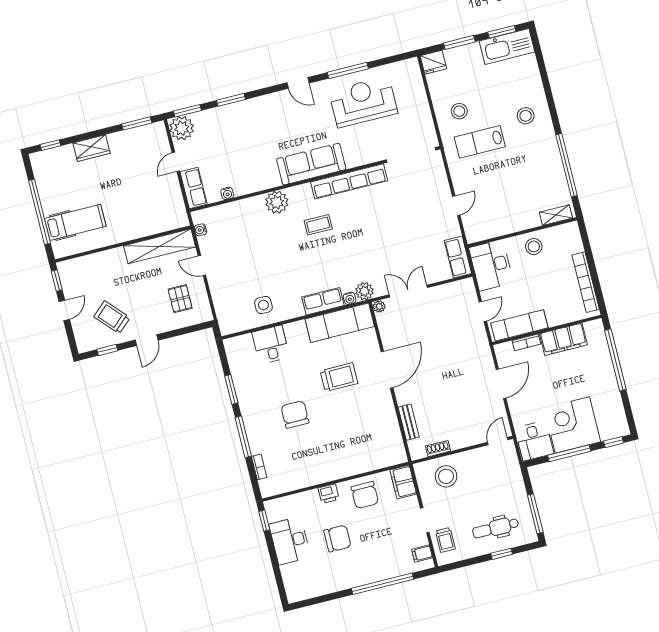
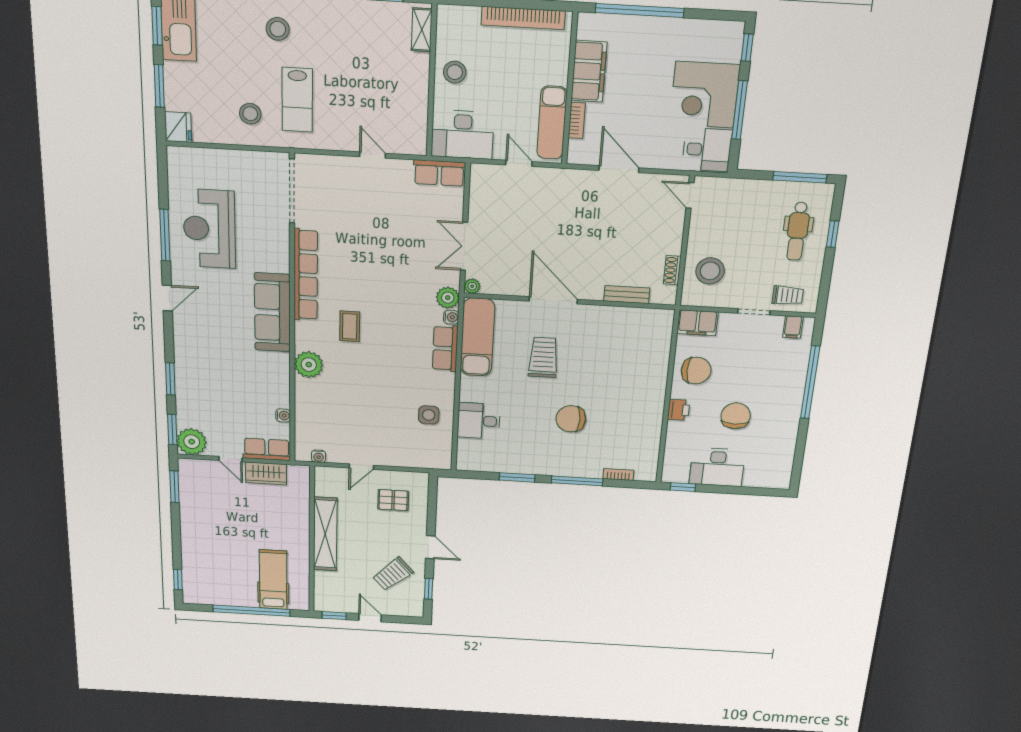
wardrobe: (91, 148) -> (266, 473), moved, turned 90
shelving: (160, 246) -> (325, 534), moved

